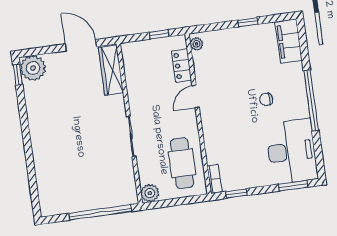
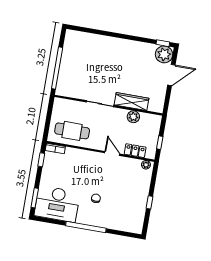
filing cabinet: (289, 41) -> (129, 225), removed
door: (81, 45) -> (171, 75), moved
wardrobe: (111, 70) -> (131, 102), moved
plant: (150, 193) -> (133, 117), moved

